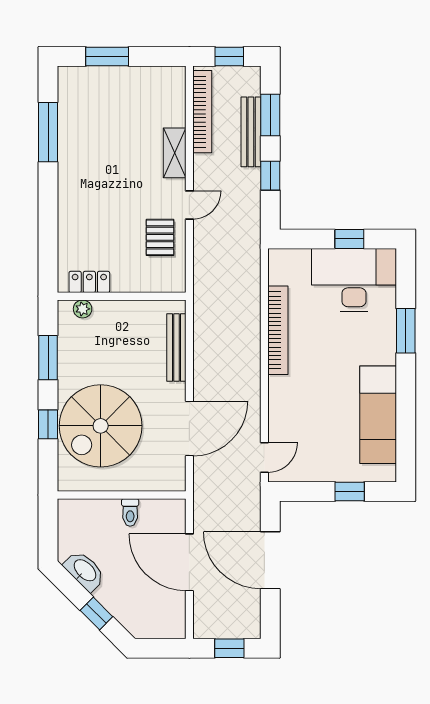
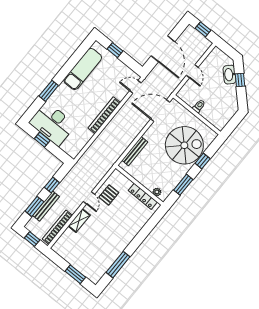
door: (189, 205) -> (89, 198), swing flipped
locker: (89, 282) -> (143, 196), width x1.53
bookcase: (278, 330) -> (104, 115), moved
door: (189, 429) -> (160, 111), moved
door: (189, 562) -> (192, 71), width x0.53
washbasin: (85, 571) -> (229, 75), moved

